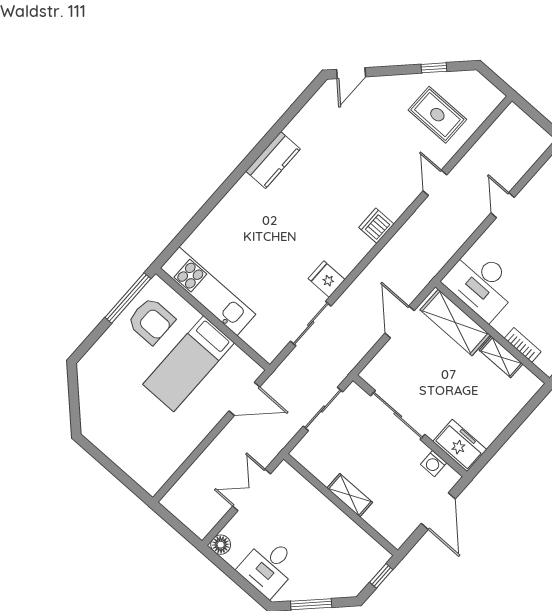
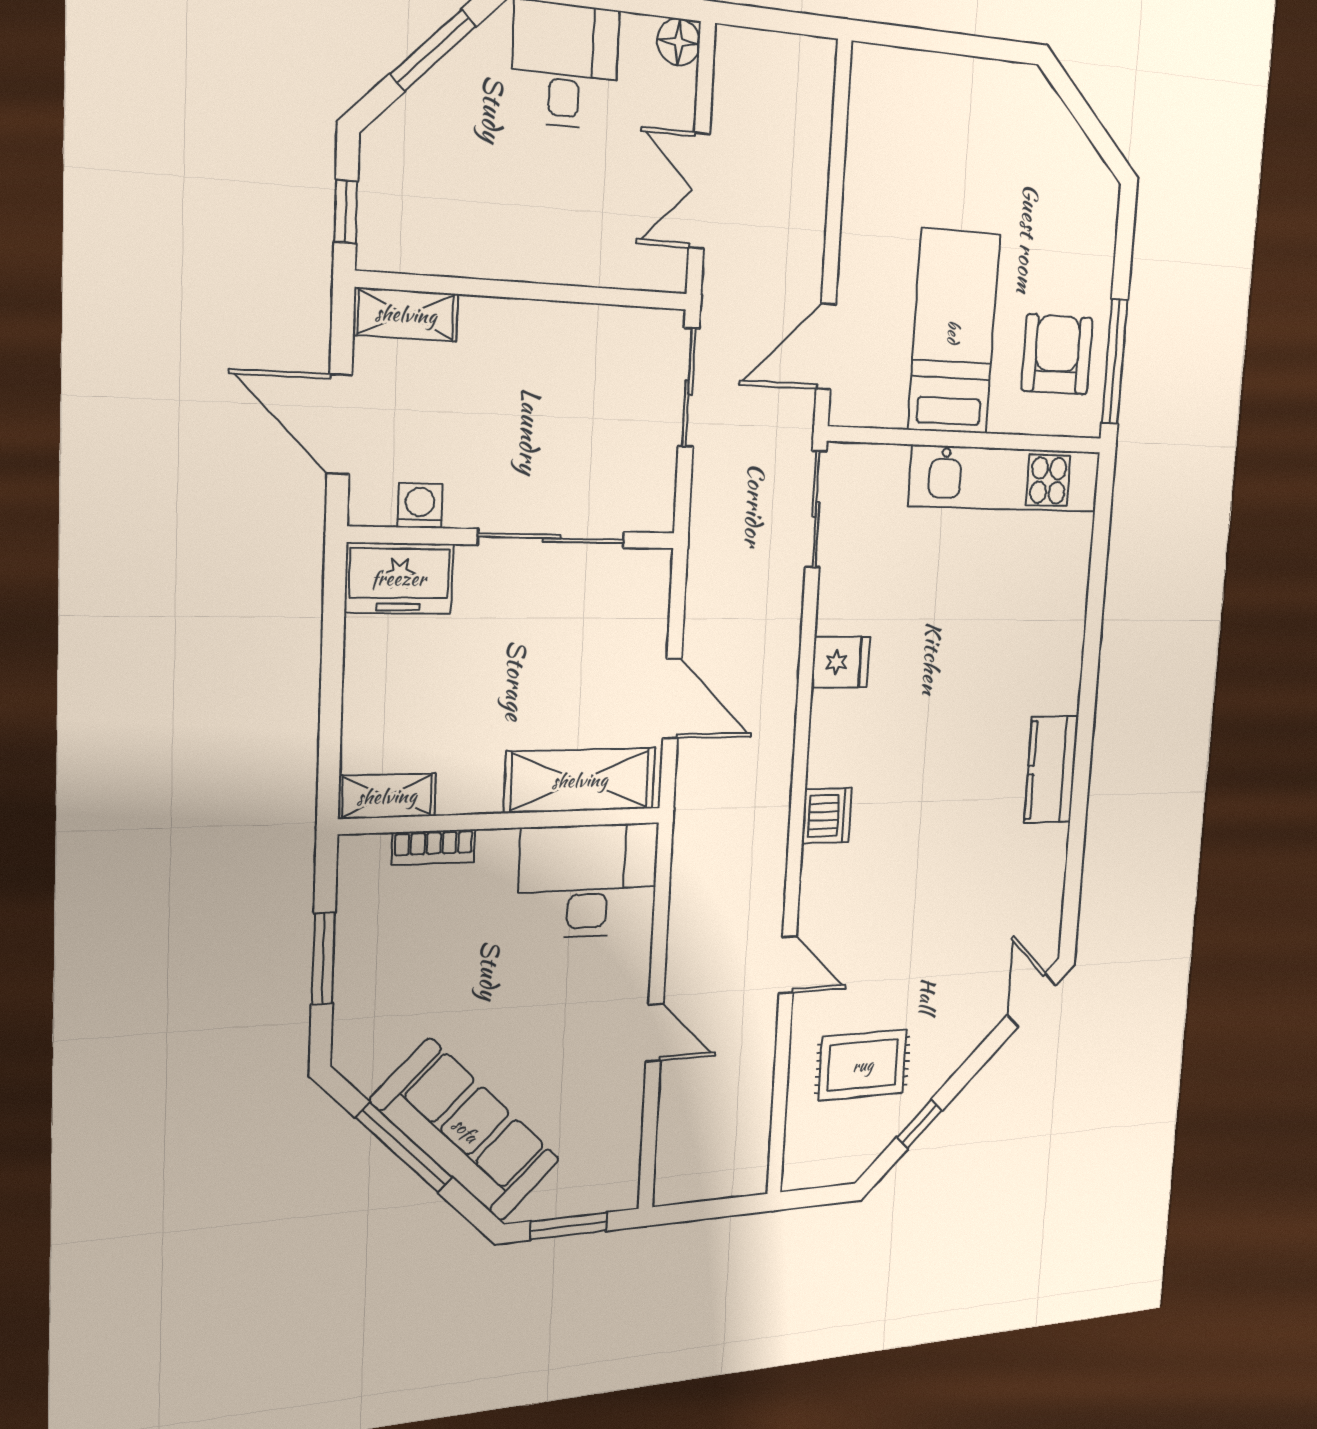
armchair: (151, 321) -> (1057, 354), turned 90
sliding door: (311, 324) -> (816, 509), moved
shelving: (501, 357) -> (387, 796), moved
sliding door: (323, 409) -> (689, 388), moved
double door: (252, 490) -> (699, 191), swing flipped
shelving: (350, 495) -> (406, 314), moved

